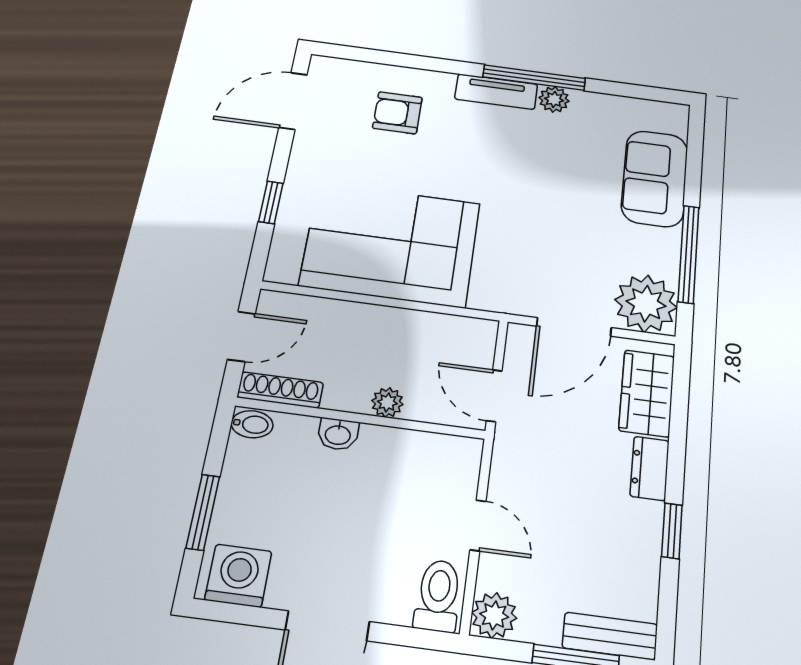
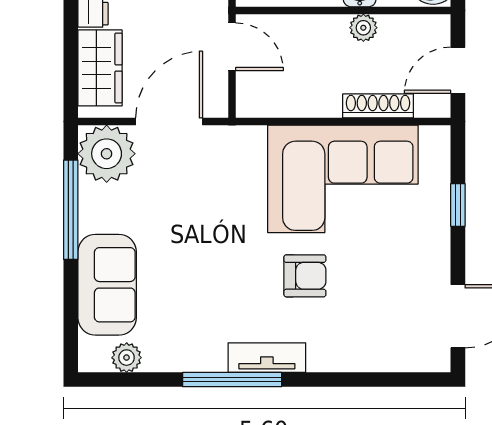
plant: (554, 99) -> (127, 358), moved
armchair: (397, 113) -> (305, 276), moved
shoe rack: (280, 390) -> (378, 106), moved, turned 180
plant: (387, 402) -> (363, 28), moved

